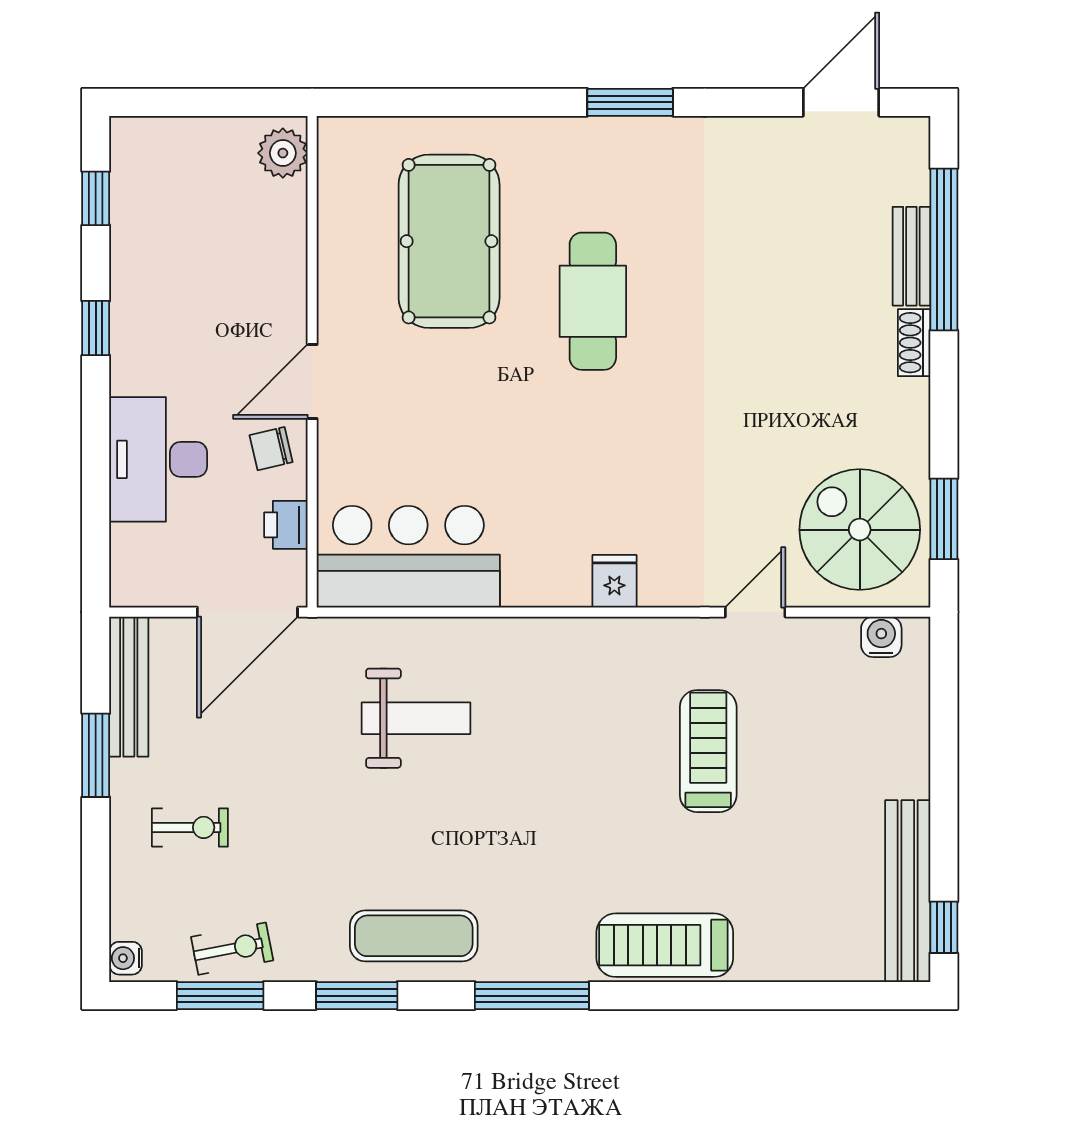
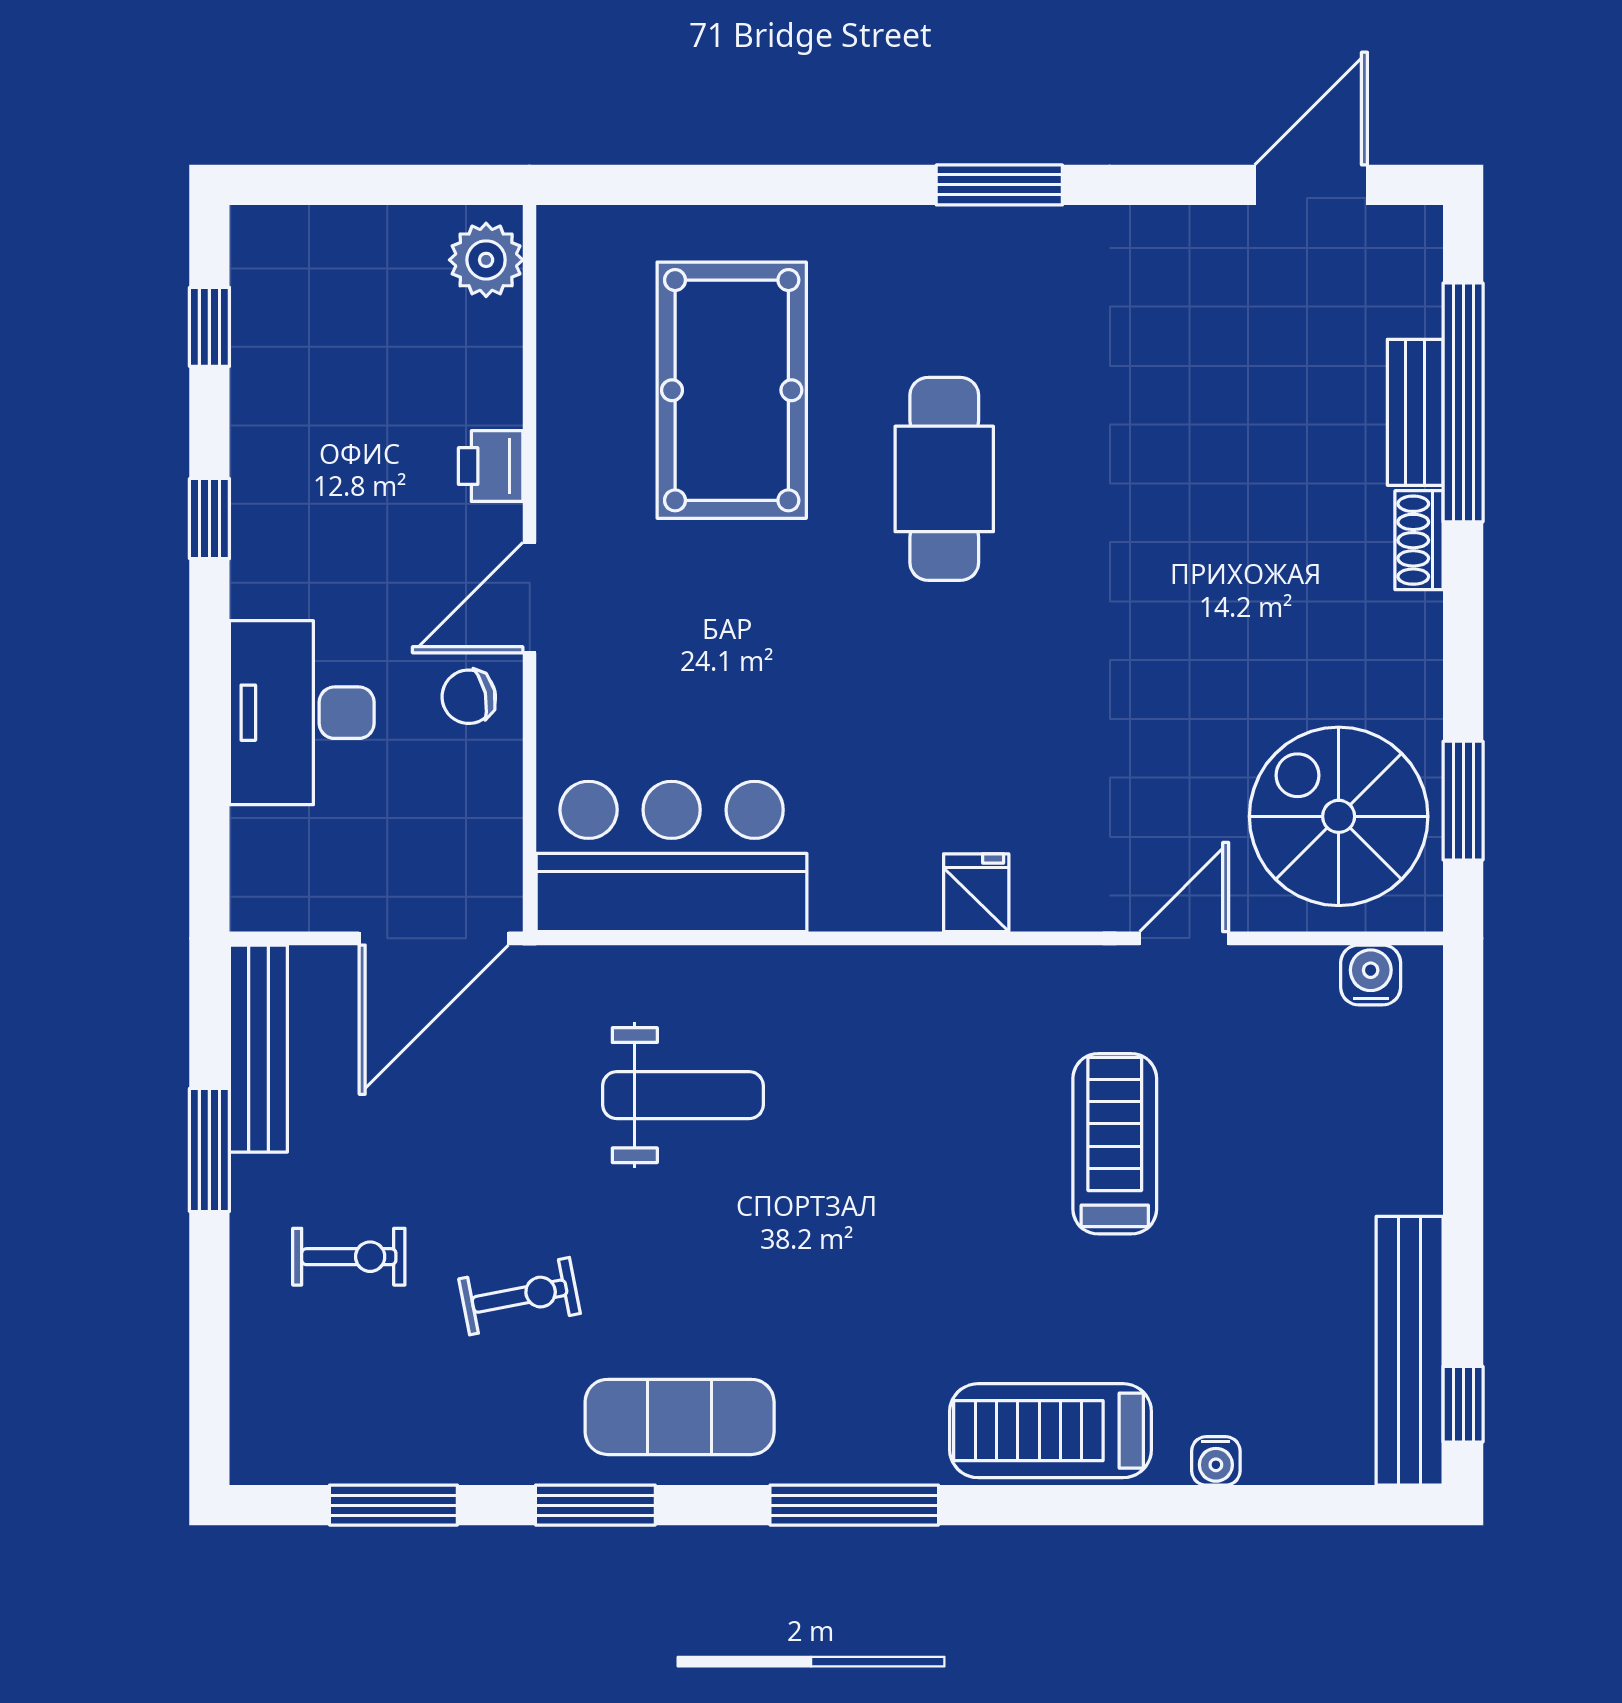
printer: (286, 525) -> (491, 466), moved
exercise bike: (232, 949) -> (520, 1296), moved
water cooler: (126, 958) -> (1216, 1461), moved, turned -90

